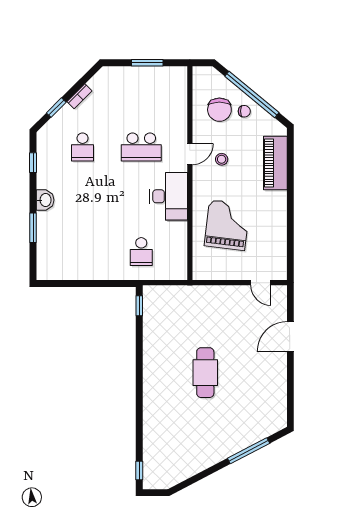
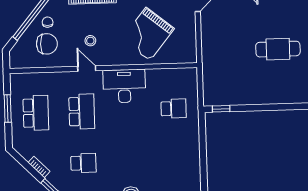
school desk: (141, 95) -> (36, 113), added
grand piano: (227, 225) -> (148, 34), turned -58

